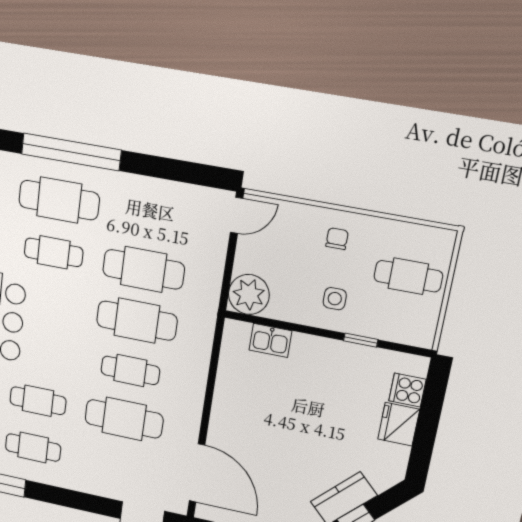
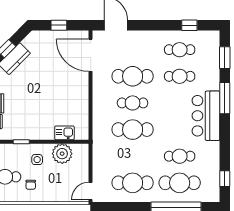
chair: (337, 239) -> (31, 185), moved
cafe table: (144, 269) -> (133, 183), moved
plant: (249, 294) -> (62, 154), moved

